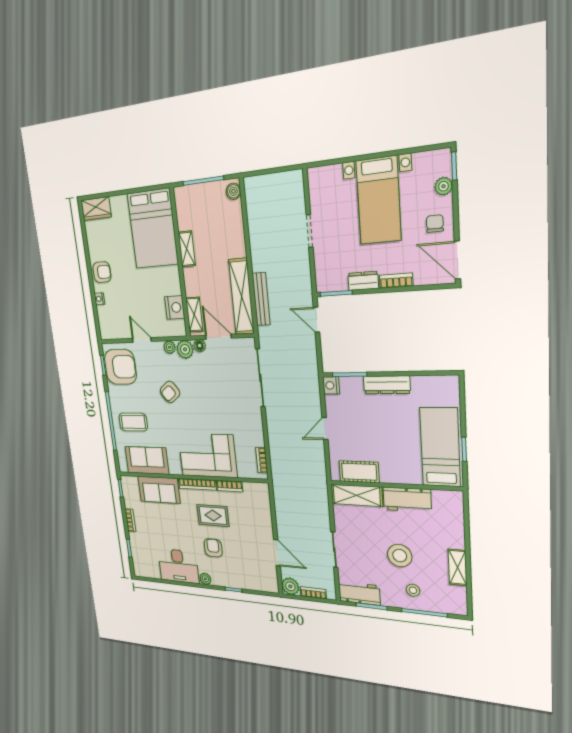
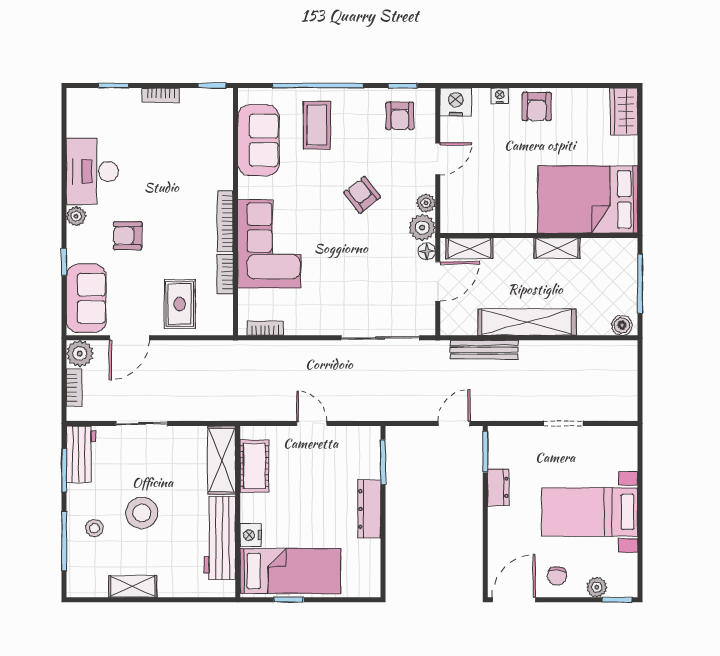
chair: (435, 224) -> (557, 576), turned 94
bookcase: (396, 281) -> (496, 528), removed
shelving: (242, 297) -> (527, 322), moved
nightstand: (175, 308) -> (456, 102), moved, turned 180
armchair: (120, 367) -> (400, 116), width x0.53, depth x0.53
nightstand: (331, 385) -> (251, 535), moved, turned -90
sofa: (159, 490) -> (86, 298), moved, turned 180
workbench: (407, 500) -> (220, 538), width x1.38
rug: (213, 516) -> (180, 304), moved
armchair: (213, 548) -> (128, 236), turned 180

